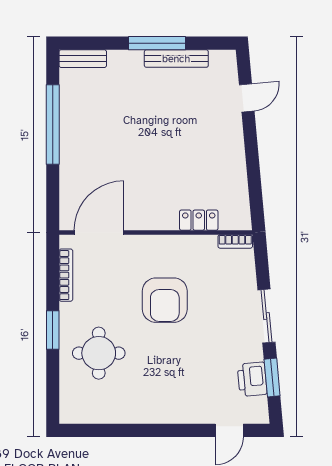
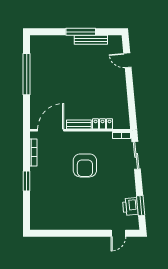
bench: (83, 59) -> (79, 124), moved
door: (247, 98) -> (127, 60), swing flipped
sliding door: (266, 316) -> (136, 155), moved
round table: (99, 353) -> (51, 193), removed

